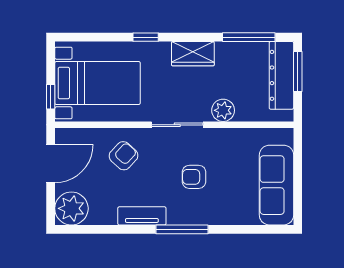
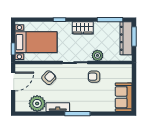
armchair: (194, 177) -> (94, 77), moved
sofa: (277, 185) -> (124, 97), width x0.73
plant: (71, 208) -> (37, 103), moved

